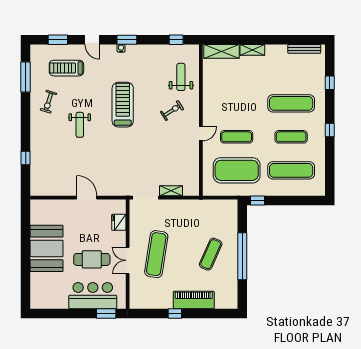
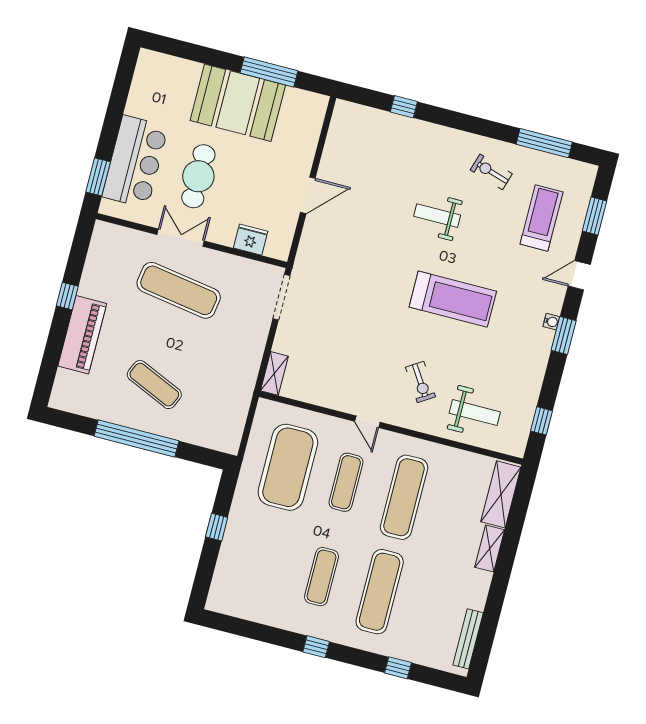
exercise mat: (291, 170) -> (404, 497), moved
shelving: (171, 191) -> (274, 373), moved
window: (258, 201) -> (217, 527), moved
window: (26, 236) -> (269, 72), added

